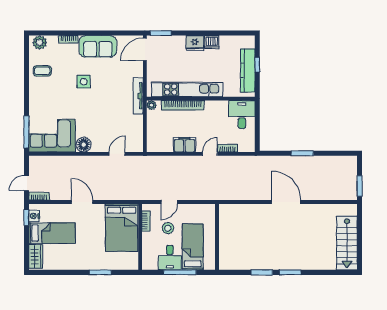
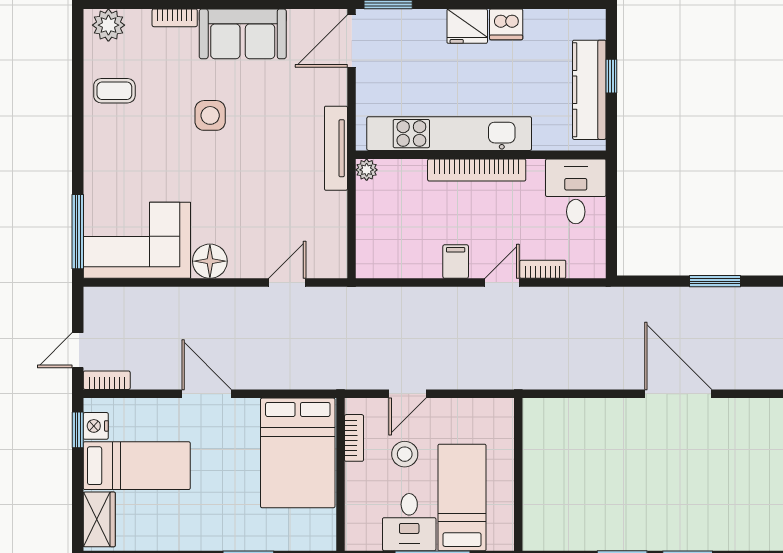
bookcase: (183, 105) -> (477, 170), moved
filing cabinet: (184, 145) -> (456, 262), width x0.50

